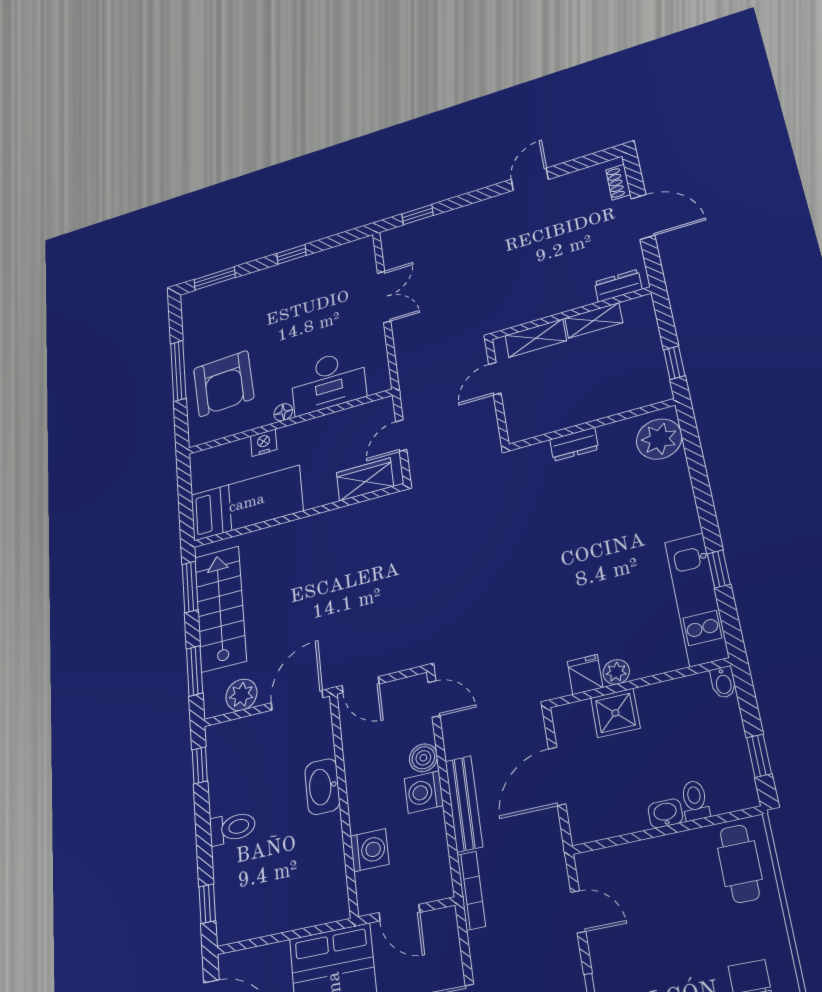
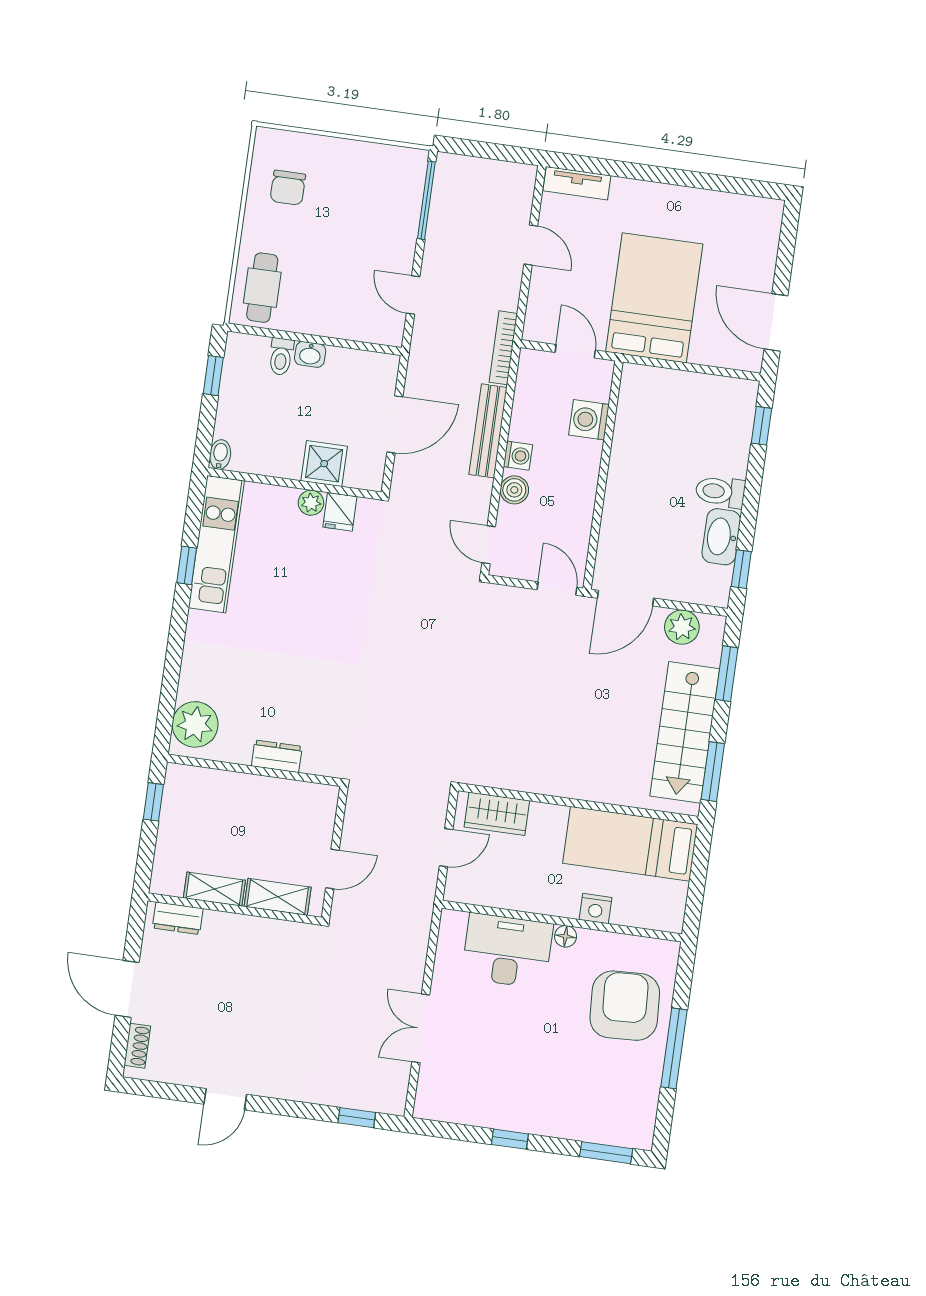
washbasin: (322, 787) -> (721, 537), moved, turned 180
washing machine: (424, 792) -> (518, 456), width x0.73, depth x0.73

